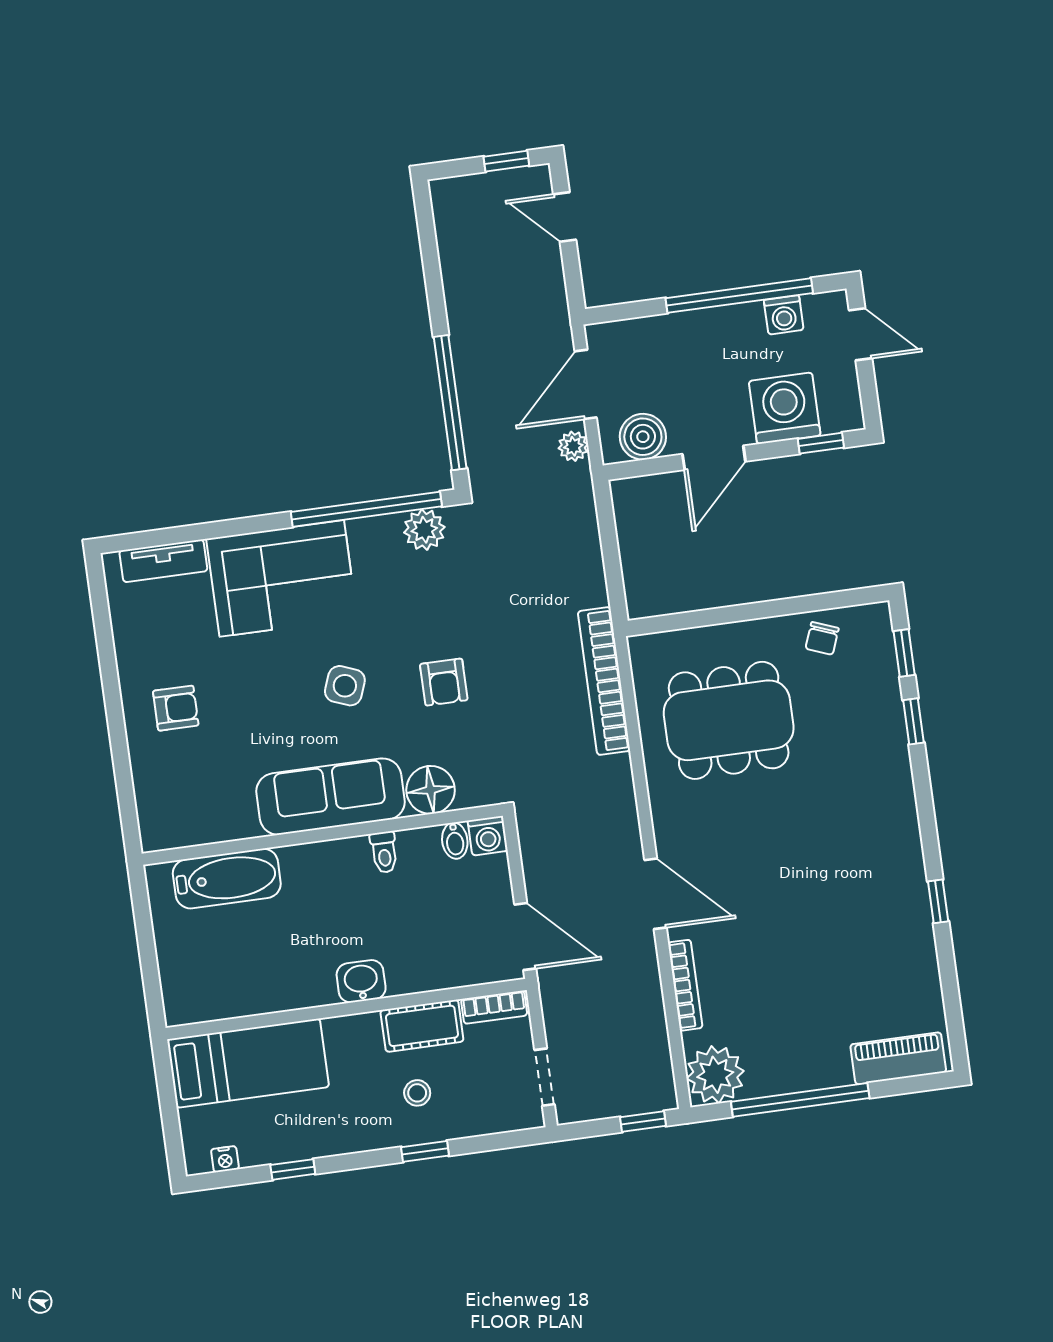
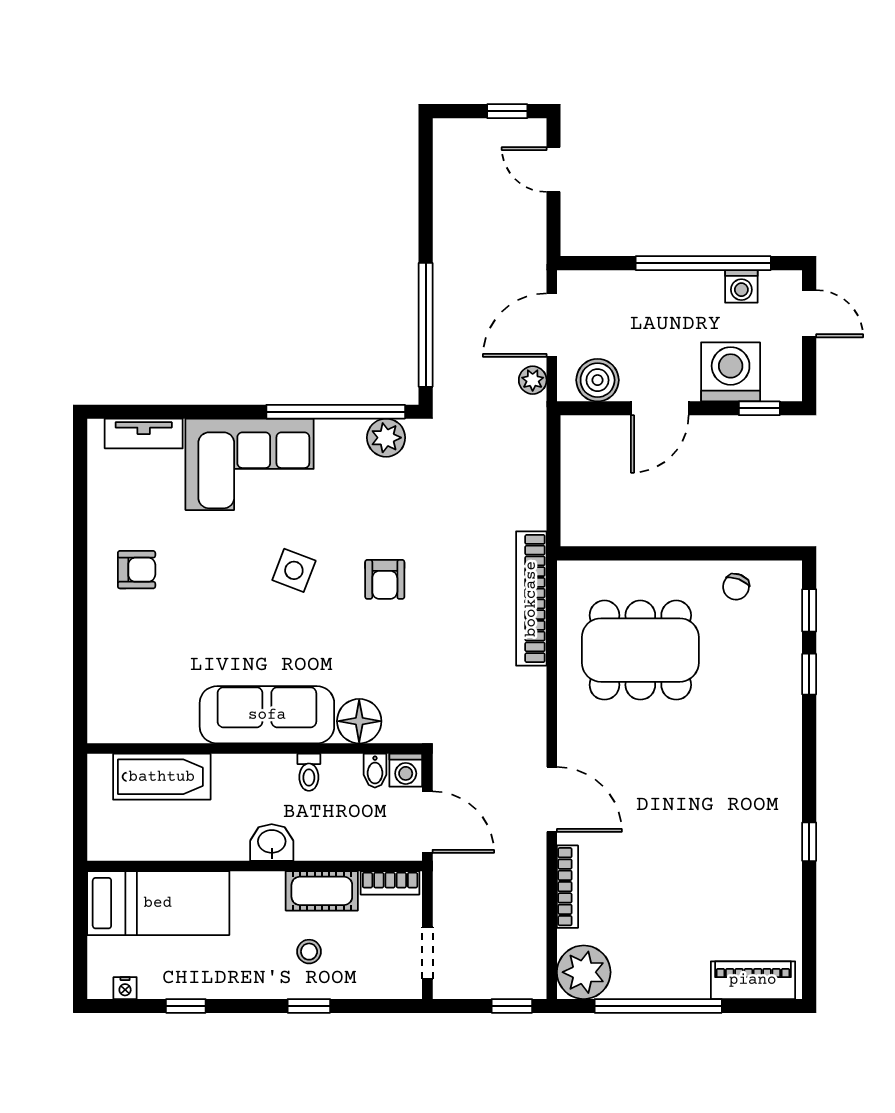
floor lamp: (431, 790) -> (359, 721), moved
sofa: (331, 797) -> (267, 715), moved
wall: (322, 835) -> (255, 749), moved
washing machine: (488, 836) -> (406, 770), moved
bidet: (455, 841) -> (375, 771), moved
toilet: (384, 852) -> (309, 772), moved
bathtub: (227, 879) -> (162, 777), moved

